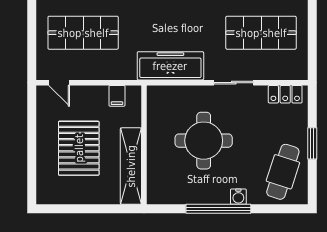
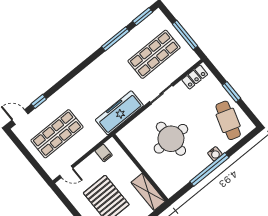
window: (312, 39) -> (185, 35), added
shelving: (131, 166) -> (148, 192), width x0.68

